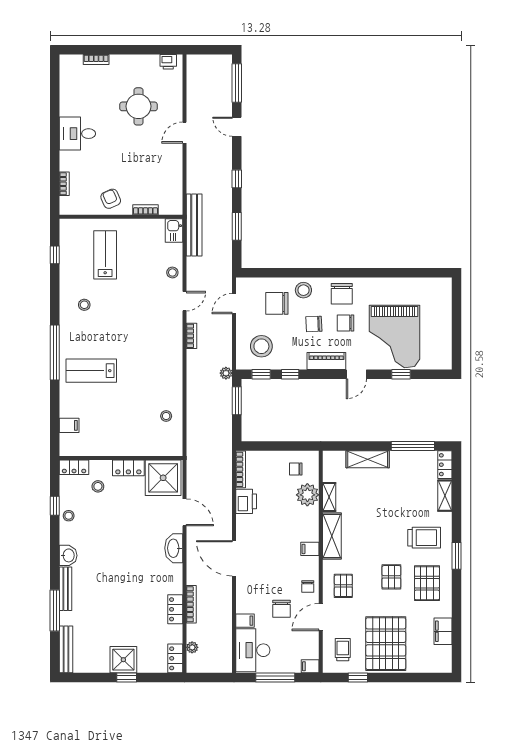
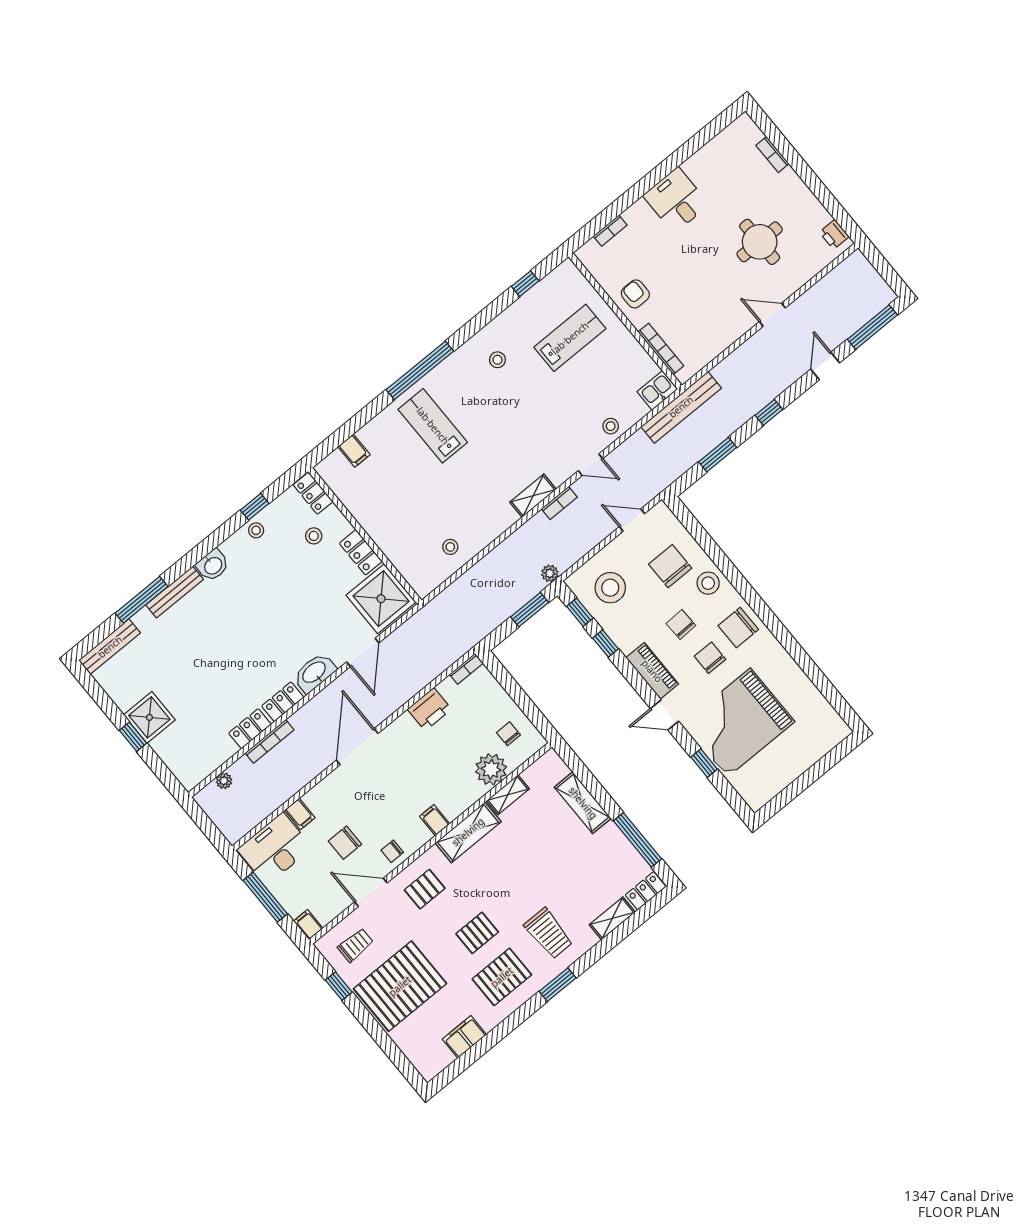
armchair: (111, 199) -> (635, 294), turned -66
bookcase: (145, 210) -> (661, 349), width x1.56
shelving: (176, 347) -> (533, 496), added
bookcase: (241, 469) -> (466, 669), width x0.64
locker: (175, 658) -> (283, 702), moved

